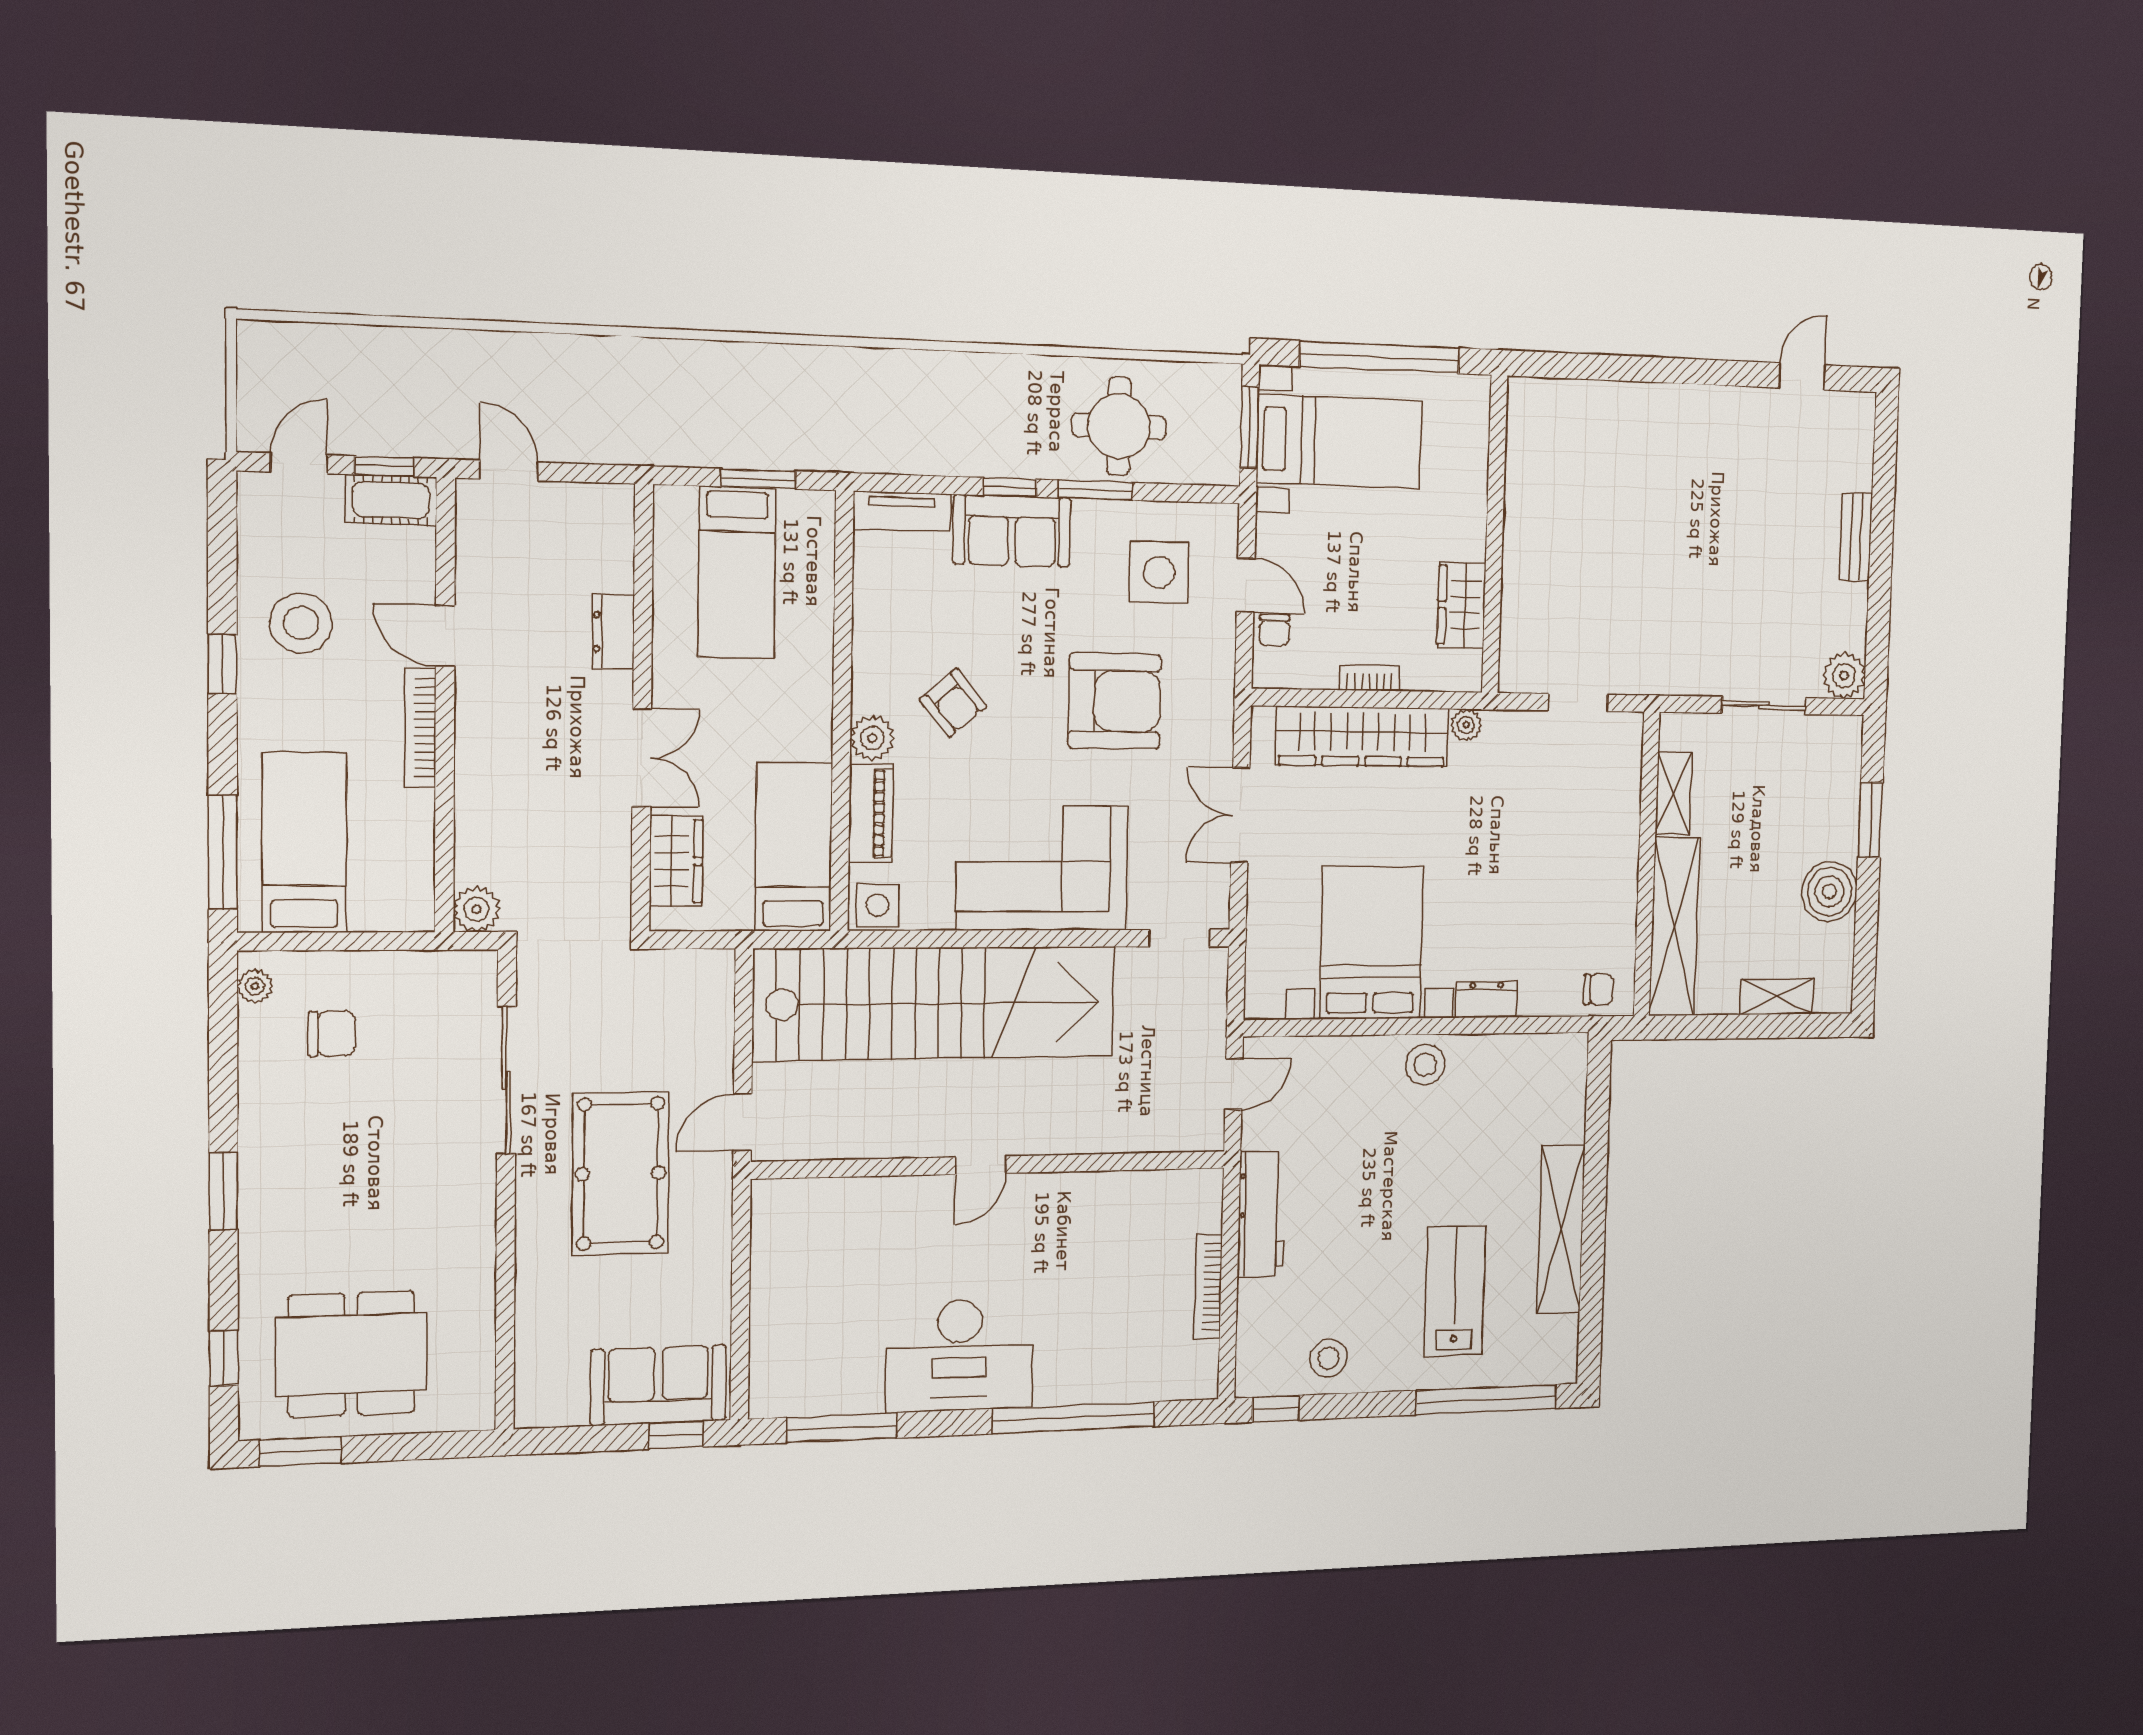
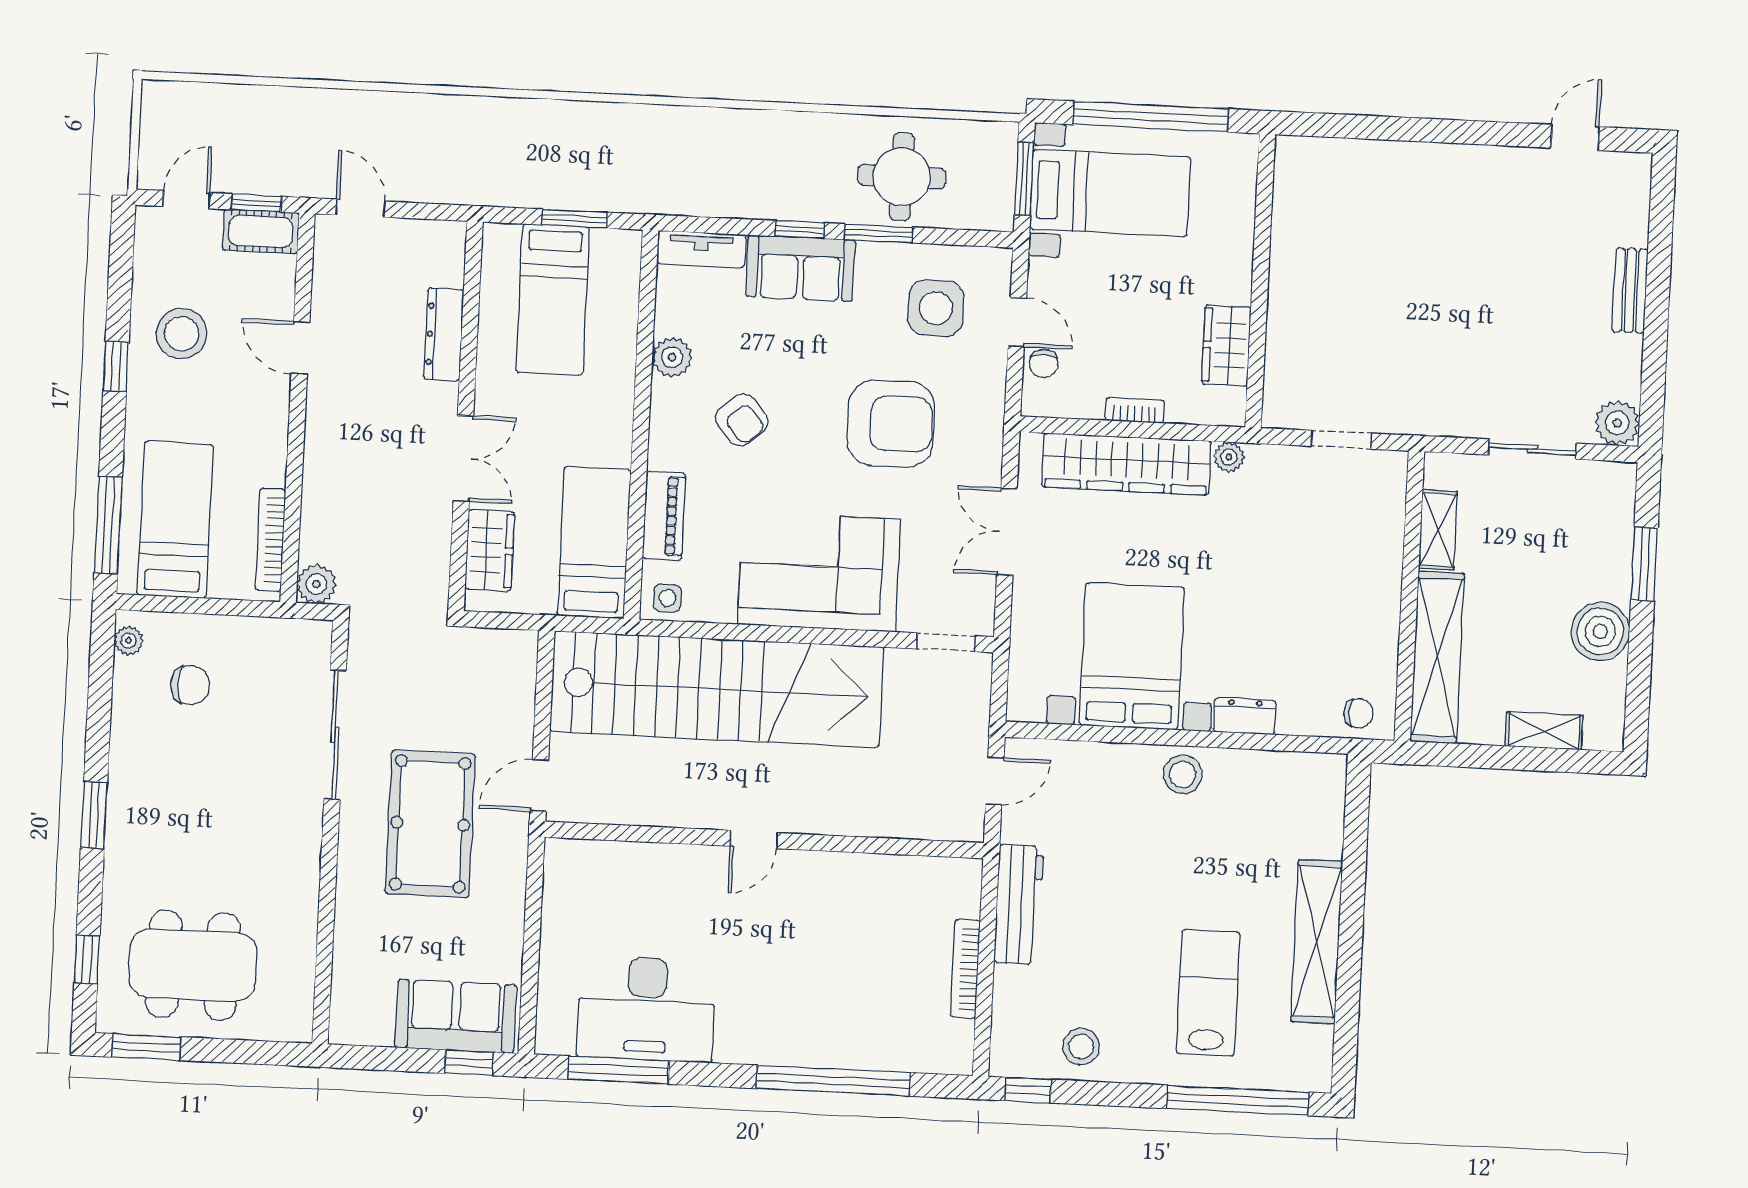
dresser: (613, 632) -> (444, 334), width x1.44
bookcase: (420, 728) -> (270, 540), moved
plant: (872, 738) -> (672, 357), moved
side table: (878, 905) -> (667, 598), width x0.73, depth x0.73
desk: (959, 1355) -> (646, 1009), moved

